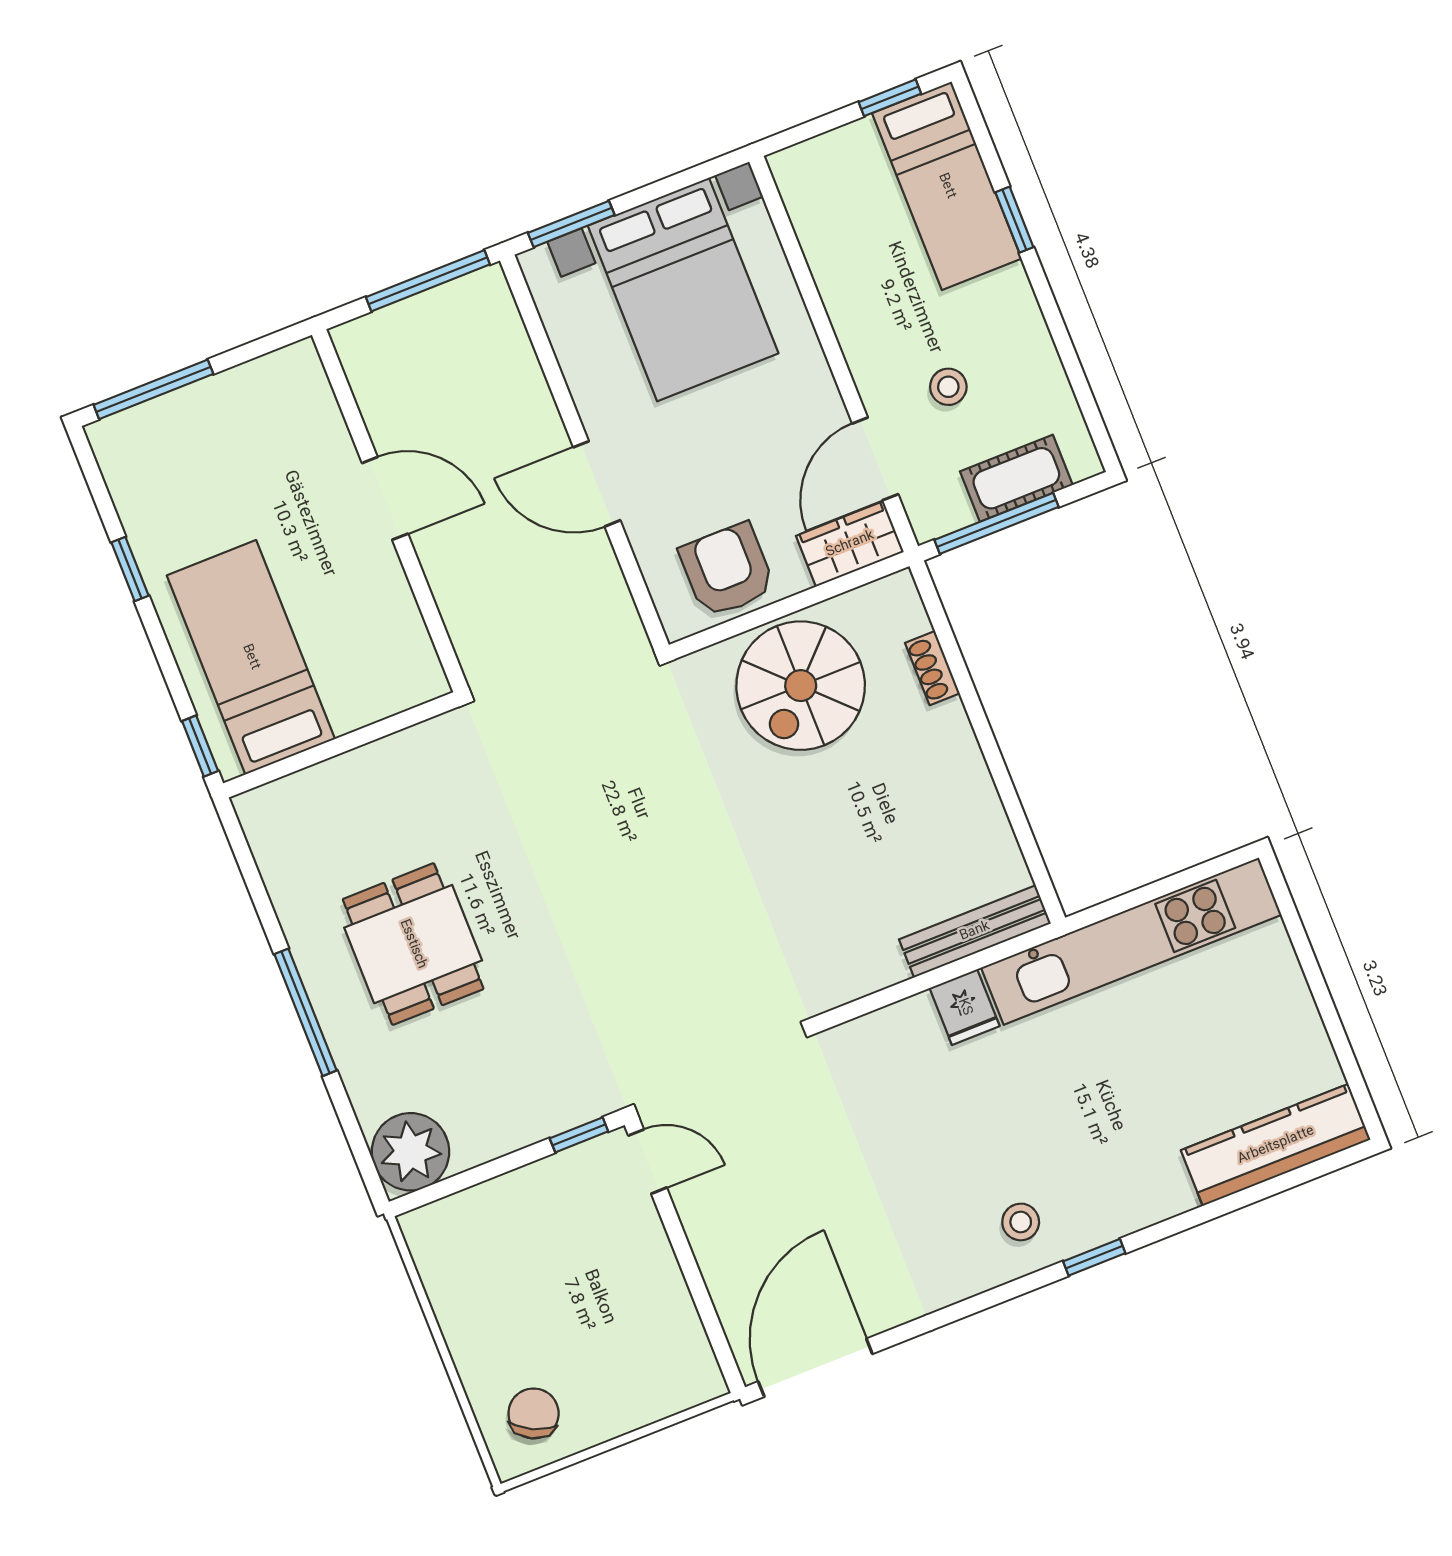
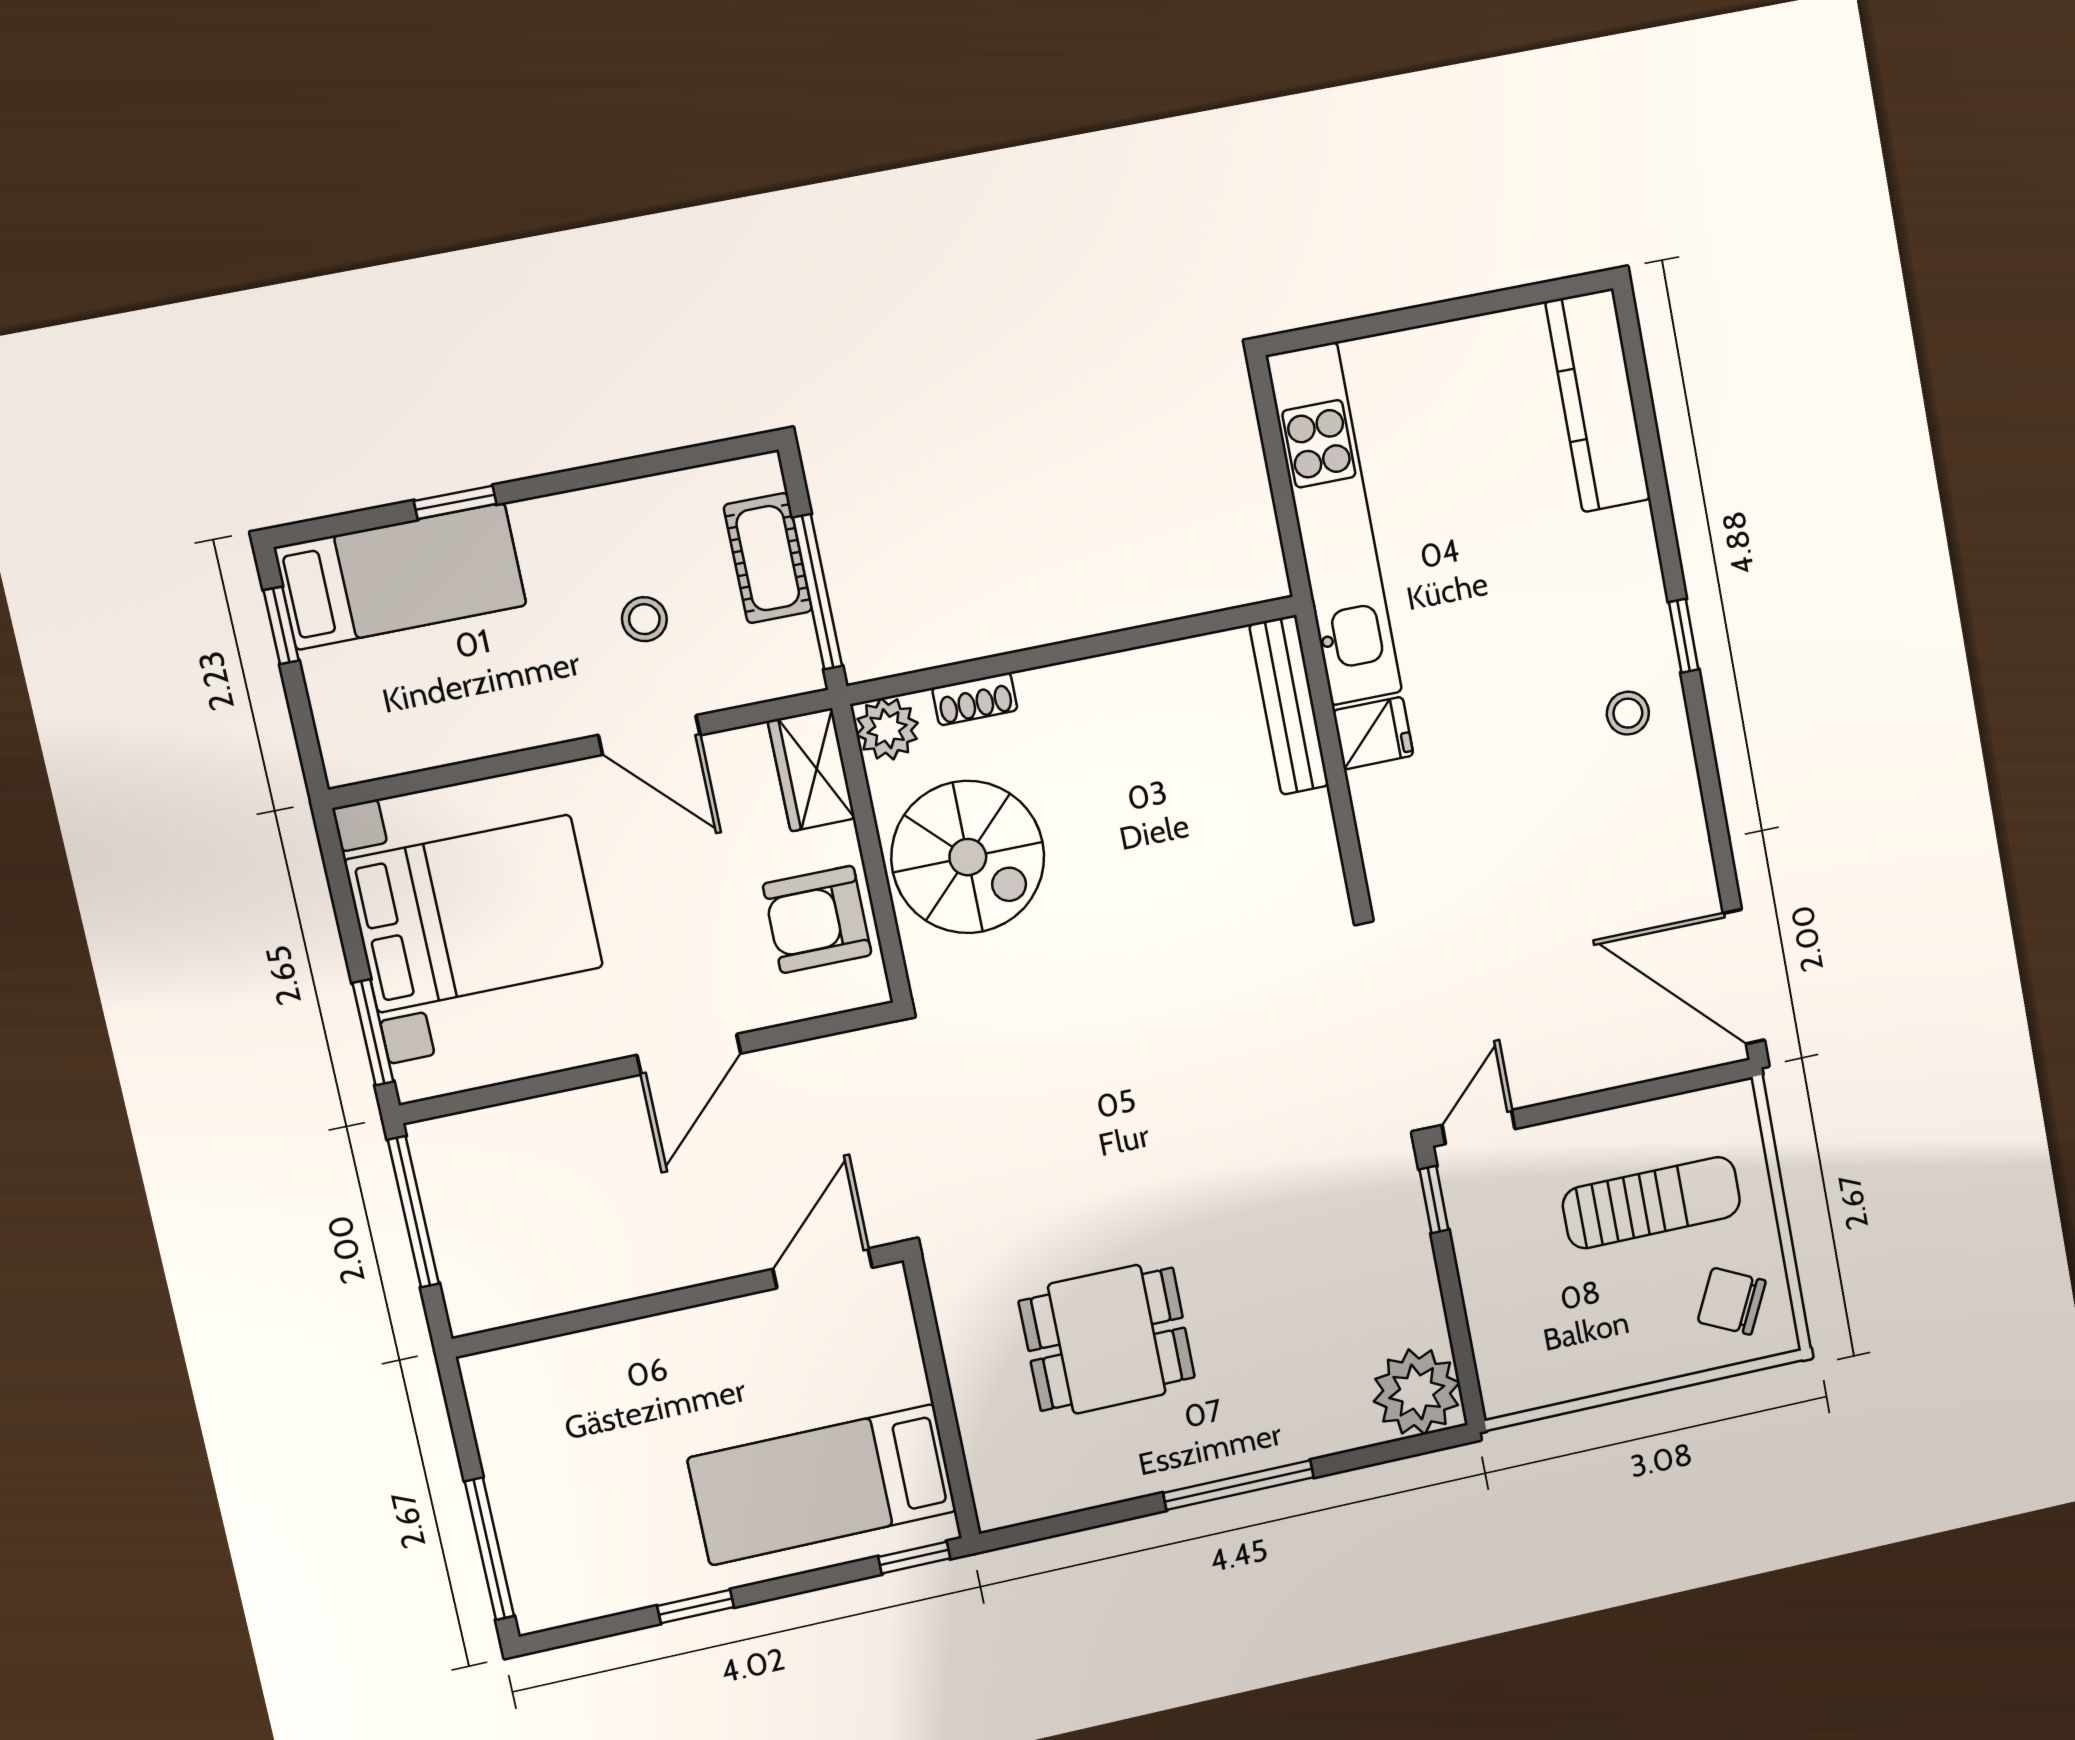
door: (875, 459) -> (649, 735), moved
door: (385, 498) -> (823, 1268), moved
plant: (895, 600) -> (887, 729), added
dining table: (413, 944) -> (1107, 1339), moved
sun lounger: (608, 1325) -> (1651, 1203), added

